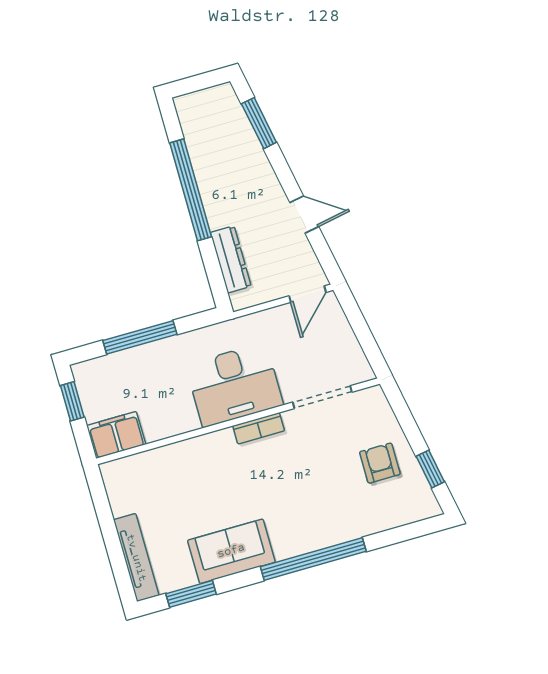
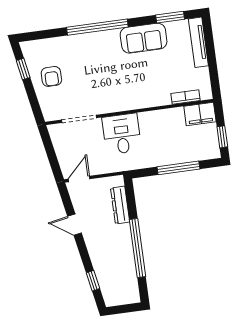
window: (259, 123) -> (93, 281), width x0.67
desk: (234, 385) -> (122, 134), width x0.73
bookcase: (259, 428) -> (186, 97), moved

